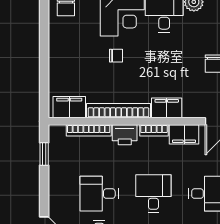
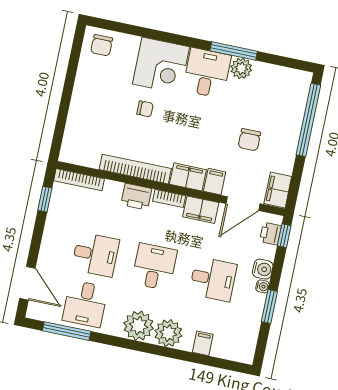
filing cabinet: (69, 107) -> (215, 182), moved, width x0.50
bookcase: (89, 130) -> (79, 180), moved
desk: (99, 194) -> (95, 254), turned 180

